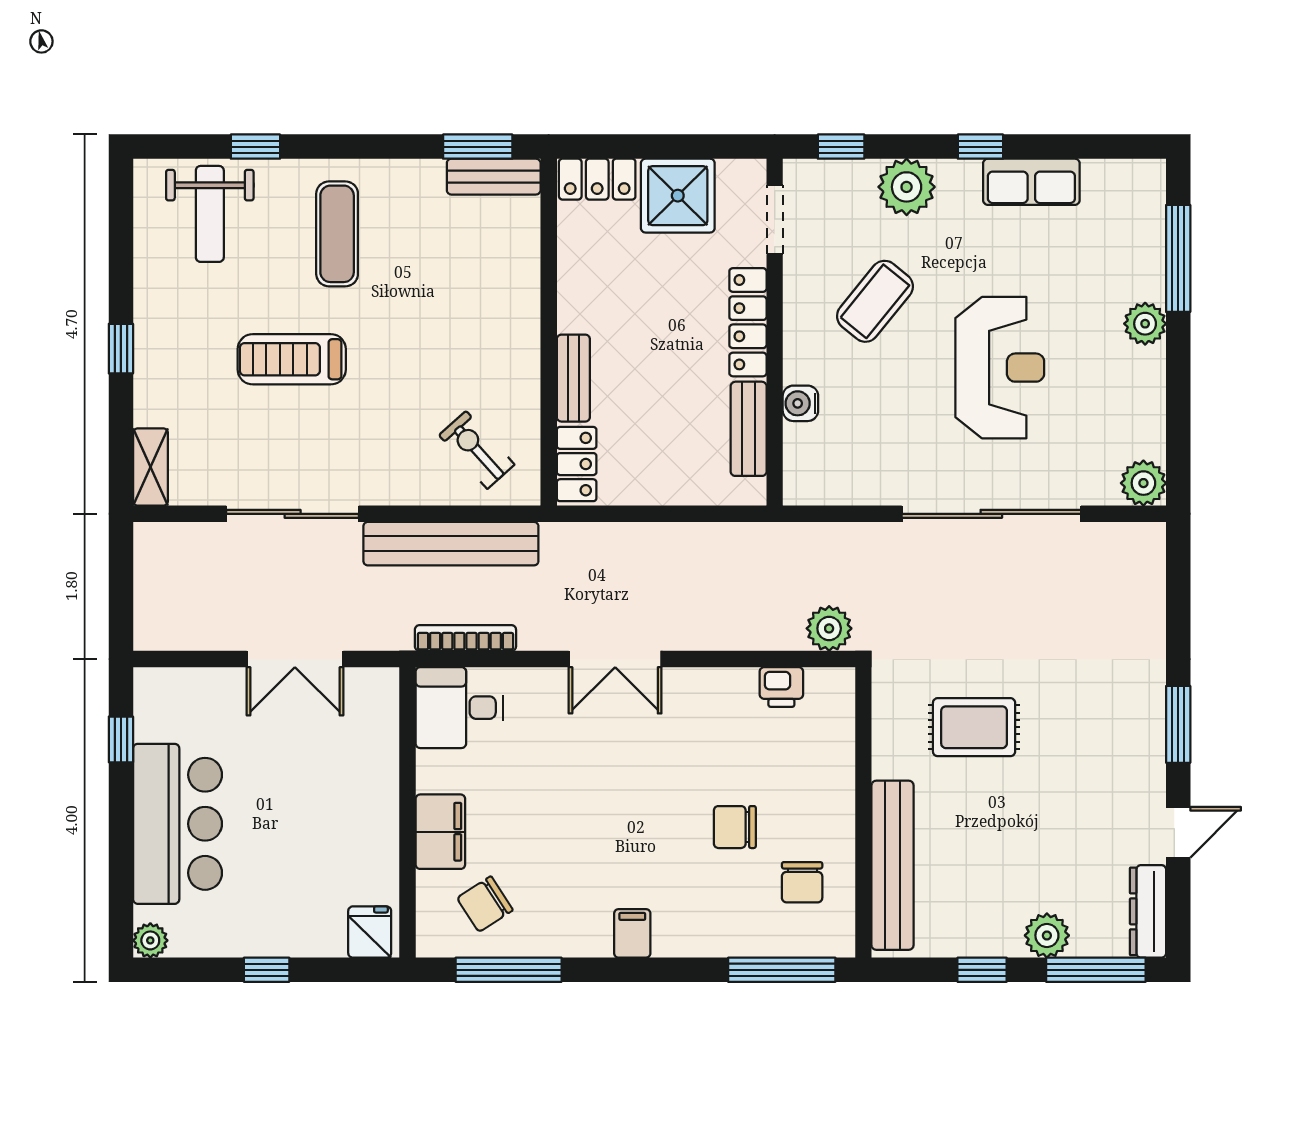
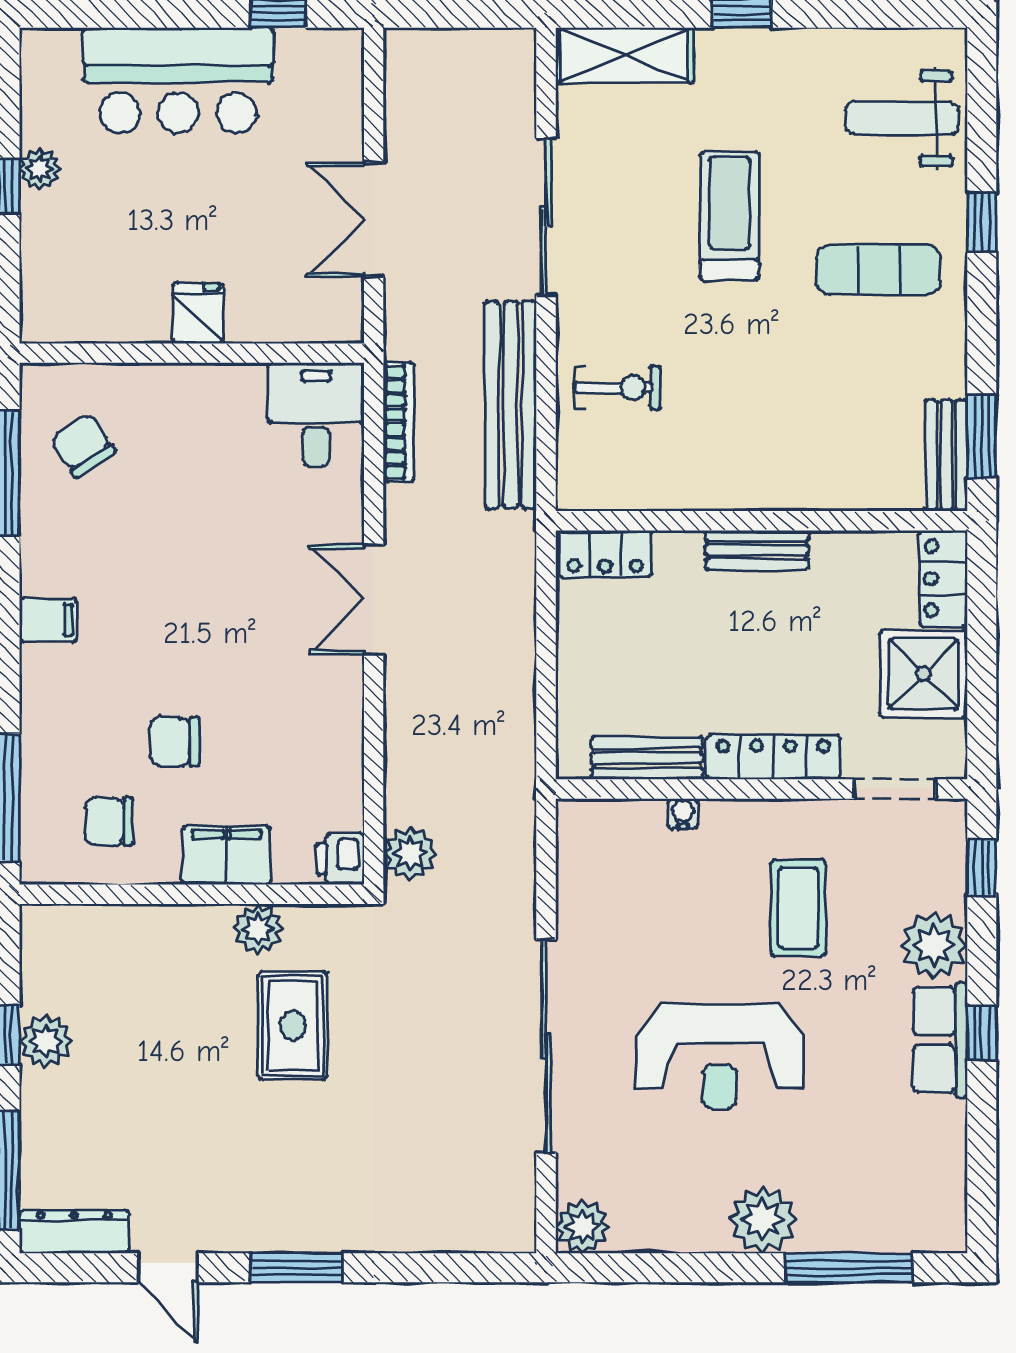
window: (255, 147) -> (982, 222), moved
row of seats: (1031, 182) -> (940, 1040), moved
coffee table: (875, 301) -> (798, 908), turned 51
plant: (1145, 324) -> (763, 1219), width x1.36, depth x1.36
bench: (573, 378) -> (757, 550), moved
water cooler: (800, 403) -> (683, 814), width x0.72, depth x0.72
exercise bike: (477, 450) -> (617, 388), moved, turned 42
shelving: (150, 467) -> (624, 55), width x1.50, depth x1.33
printer: (781, 687) -> (341, 859), moved
plant: (893, 756) -> (258, 929), added
chair: (735, 827) -> (174, 742), turned -90
filing cabinet: (440, 832) -> (227, 855), moved, turned 180
bench: (893, 865) -> (129, 929), removed
fridge: (370, 932) -> (198, 313), moved, turned -90
plant: (1047, 935) -> (46, 1041), moved
plant: (150, 940) -> (40, 169), moved

